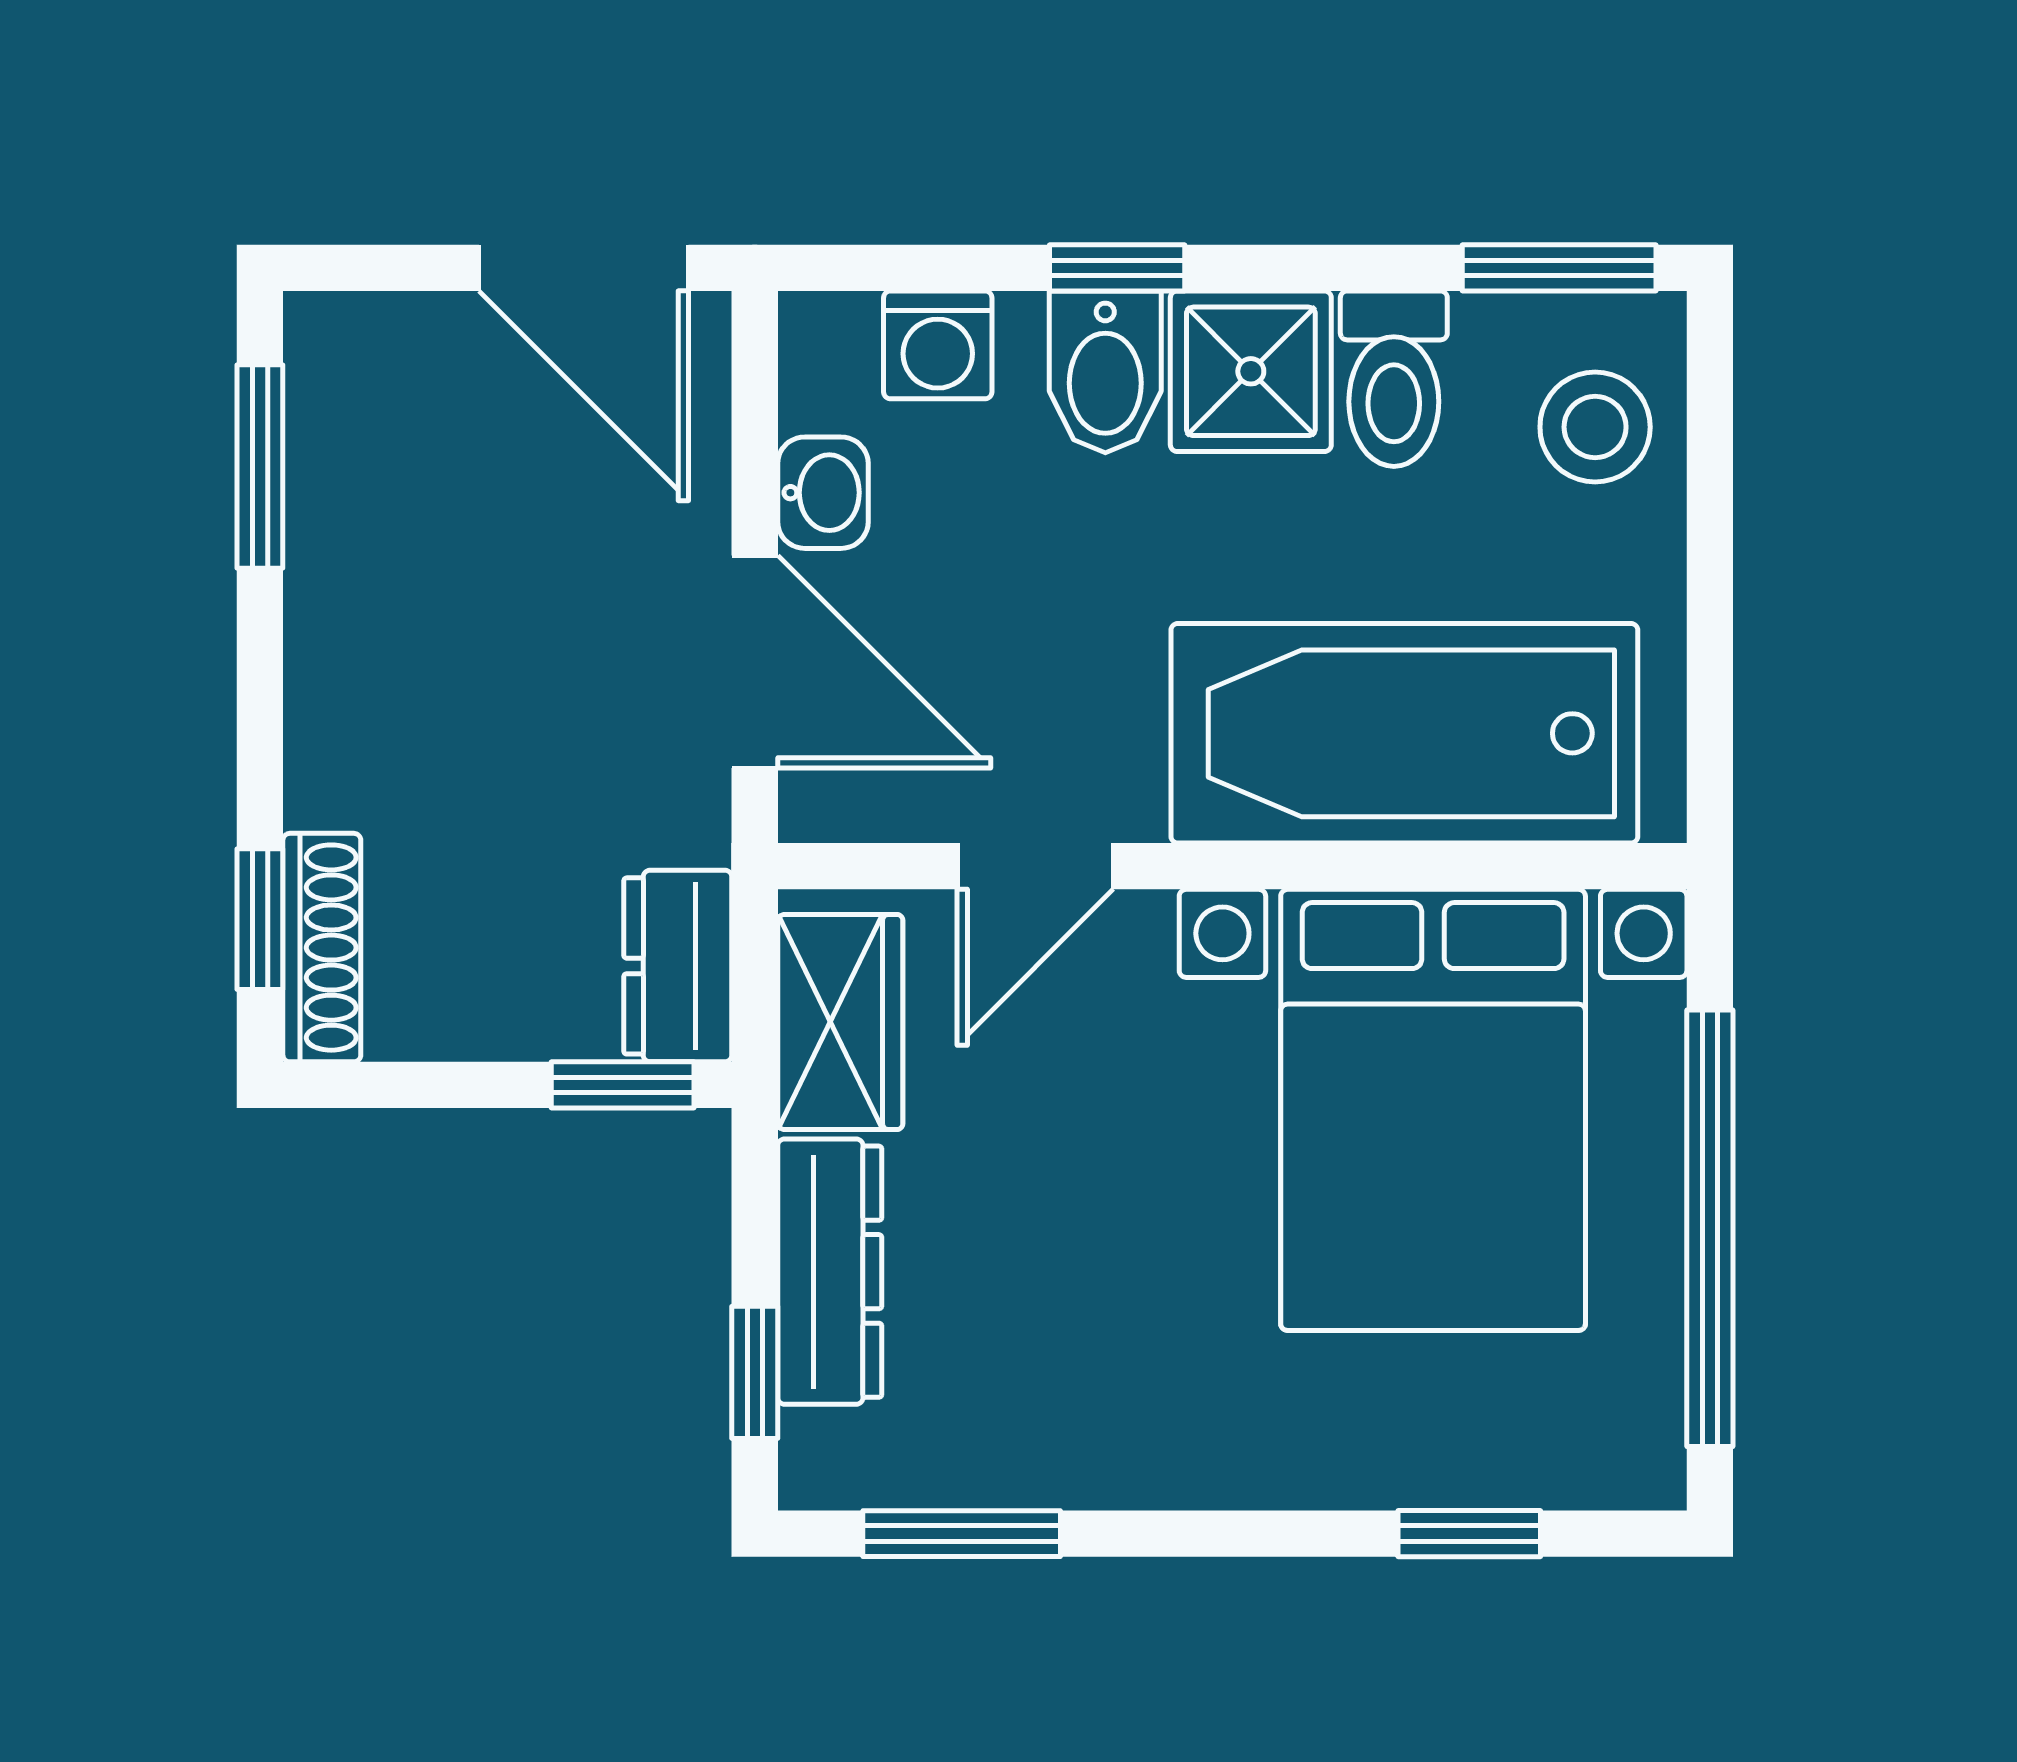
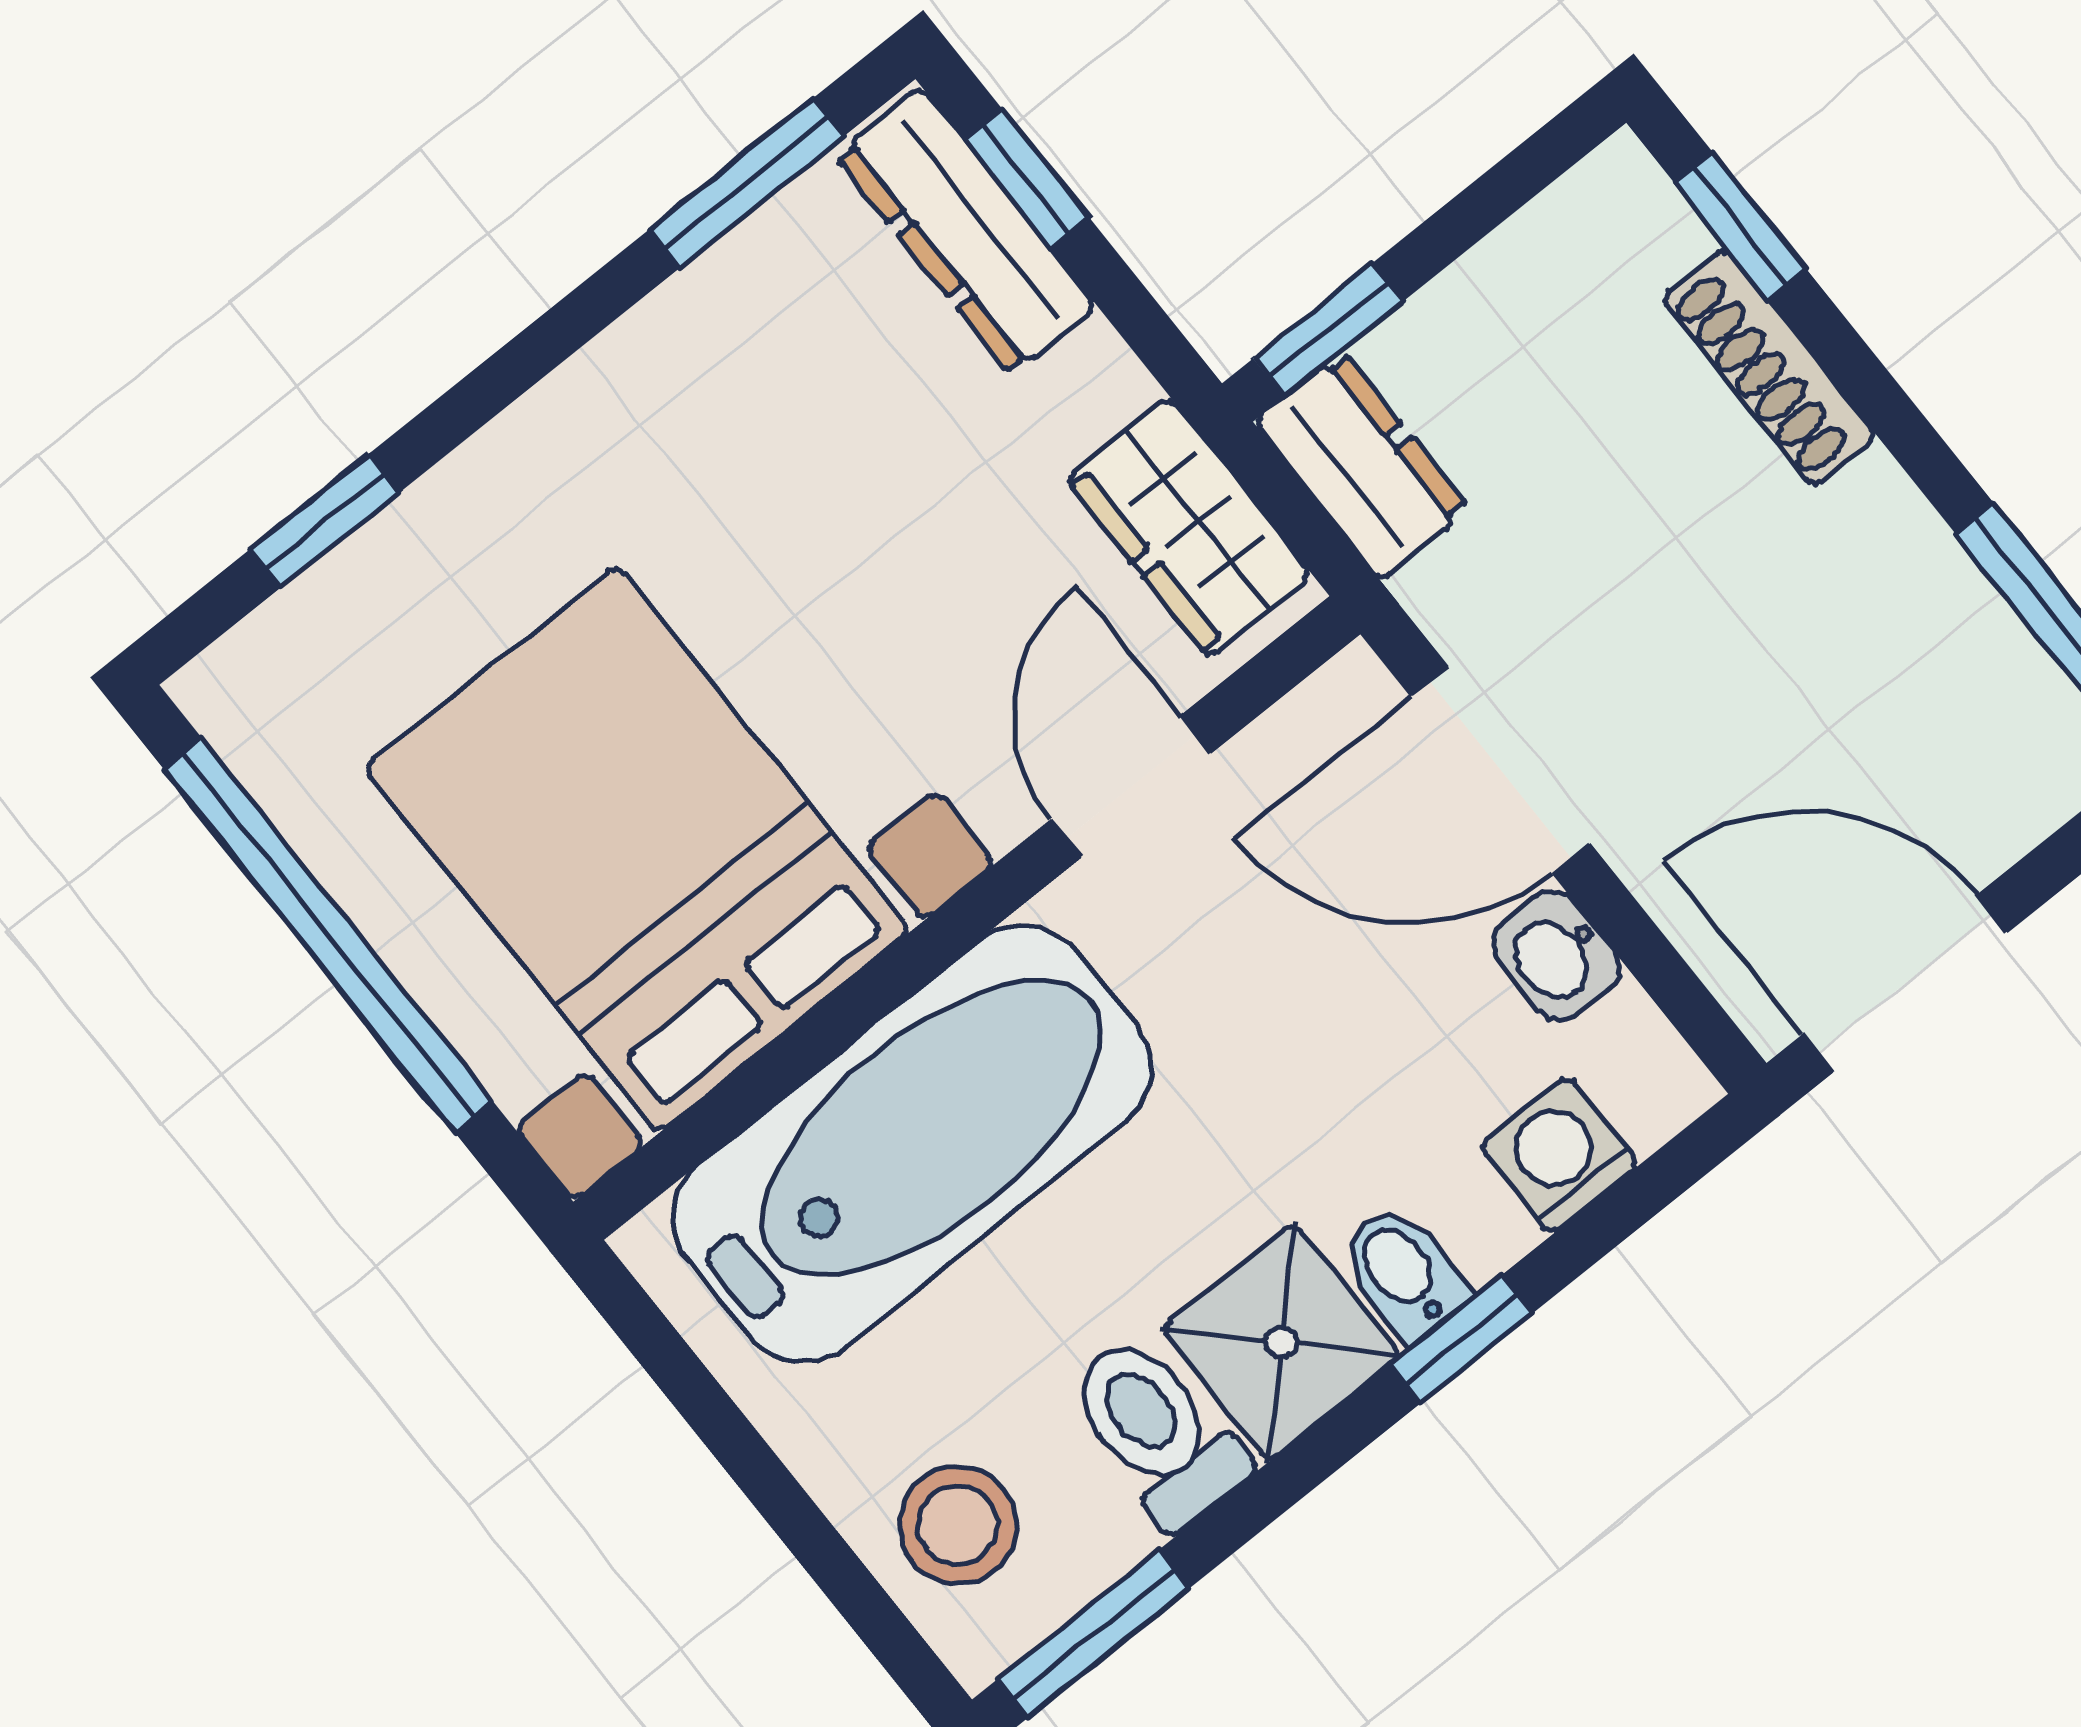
bidet: (1105, 372) -> (1403, 1273), width x0.72, depth x0.74
shoe rack: (322, 948) -> (1769, 368), moved
dresser: (830, 1272) -> (966, 231), moved

